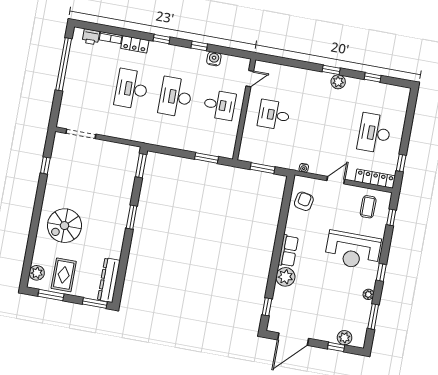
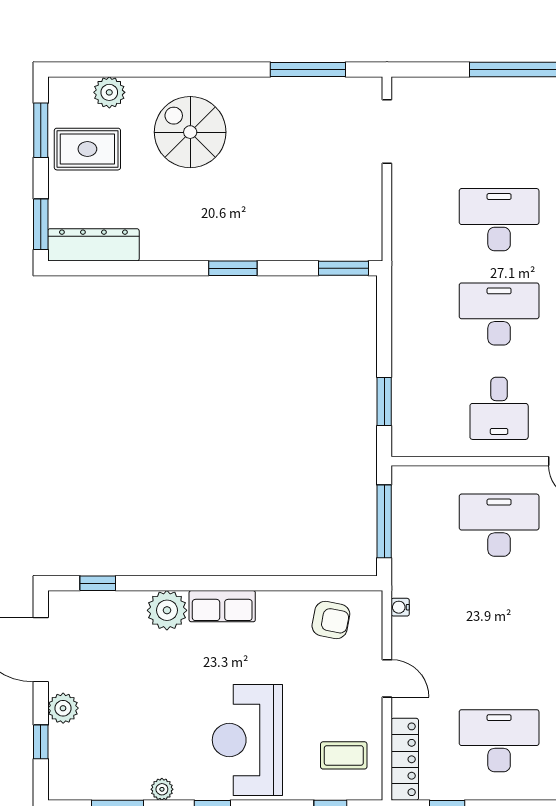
desk: (274, 115) -> (499, 525), width x1.37
window: (45, 165) -> (308, 70), width x2.17
window: (262, 168) -> (384, 521), width x1.44
plant: (37, 273) -> (109, 92), moved
plant: (345, 338) -> (63, 708), moved

